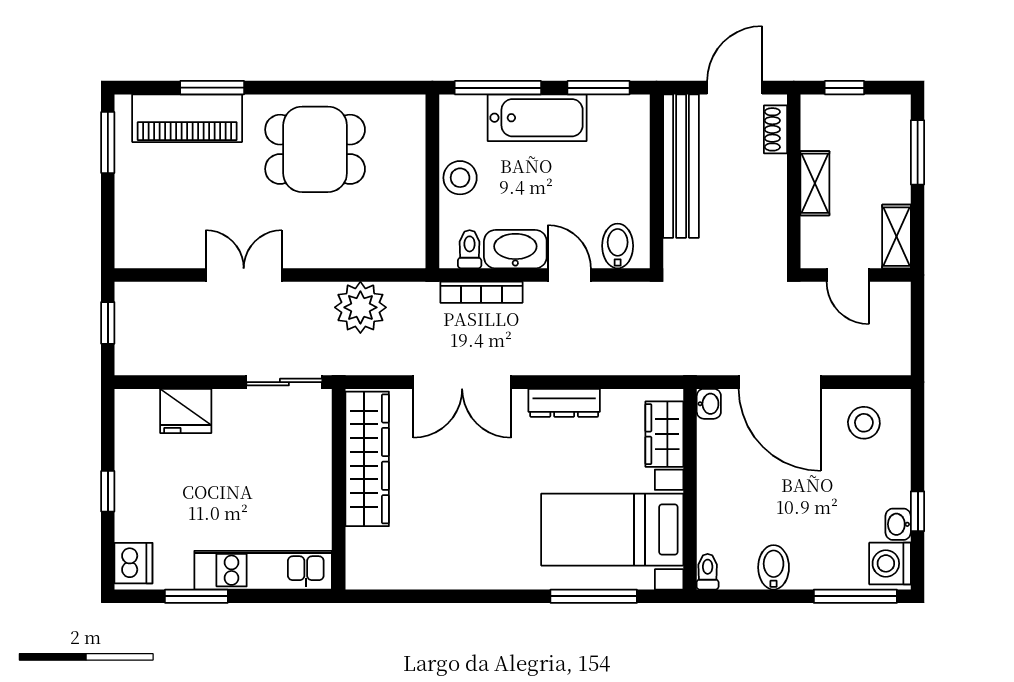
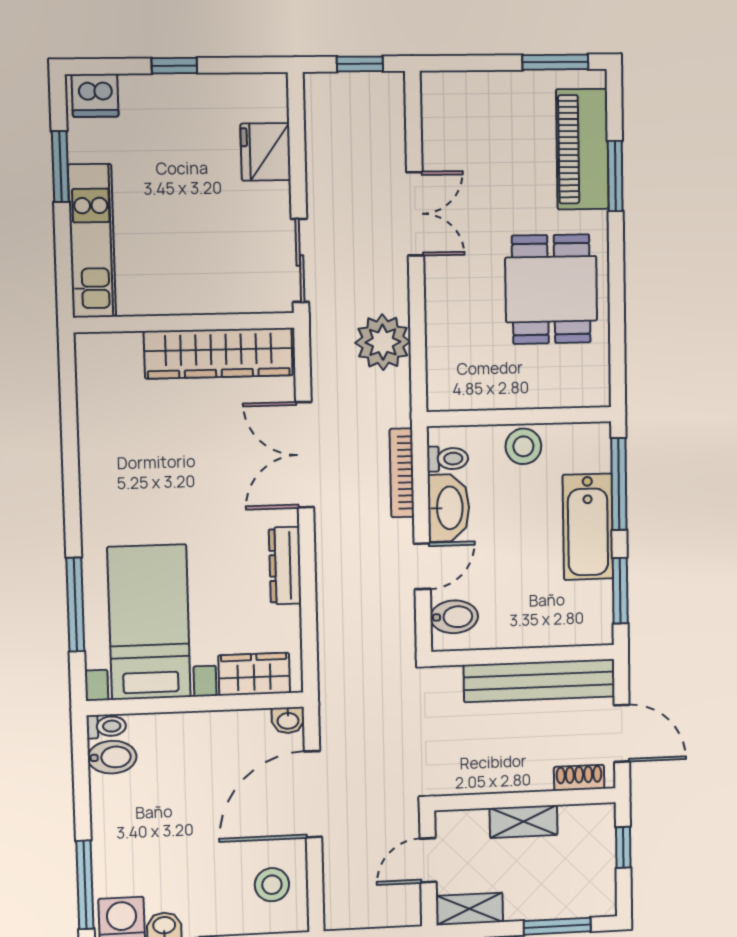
bidet: (774, 567) -> (112, 757), moved

